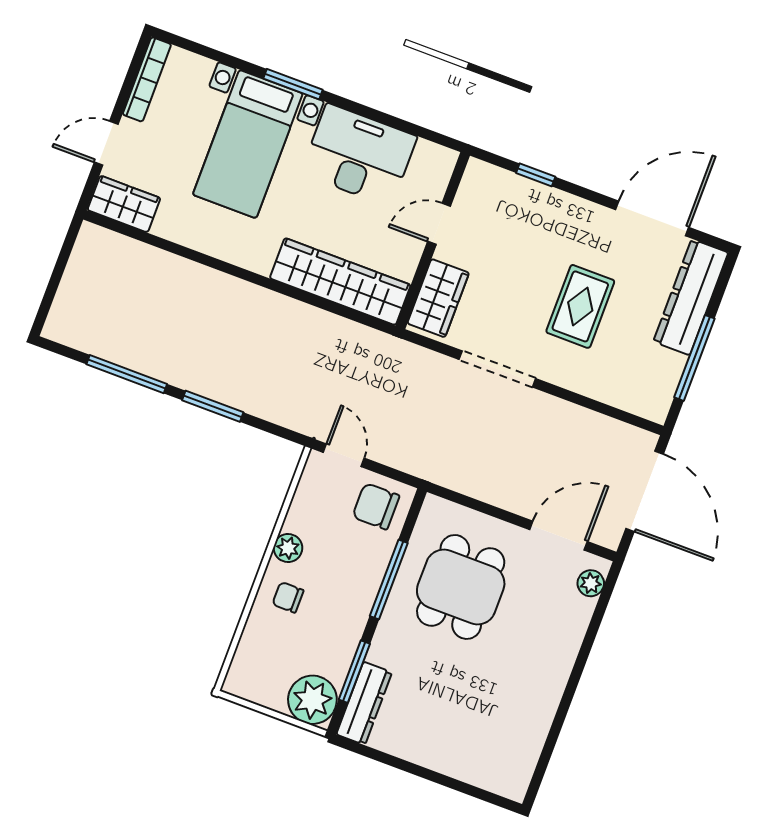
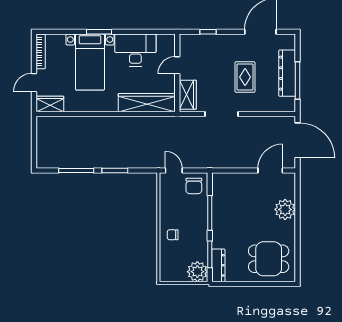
dresser: (691, 297) -> (287, 73), moved
chair: (376, 506) -> (194, 186), turned -90
plant: (288, 548) -> (165, 215), removed
plant: (591, 583) -> (285, 209), moved, width x1.87, depth x1.87
dining table: (461, 587) -> (269, 259), moved, turned 90

